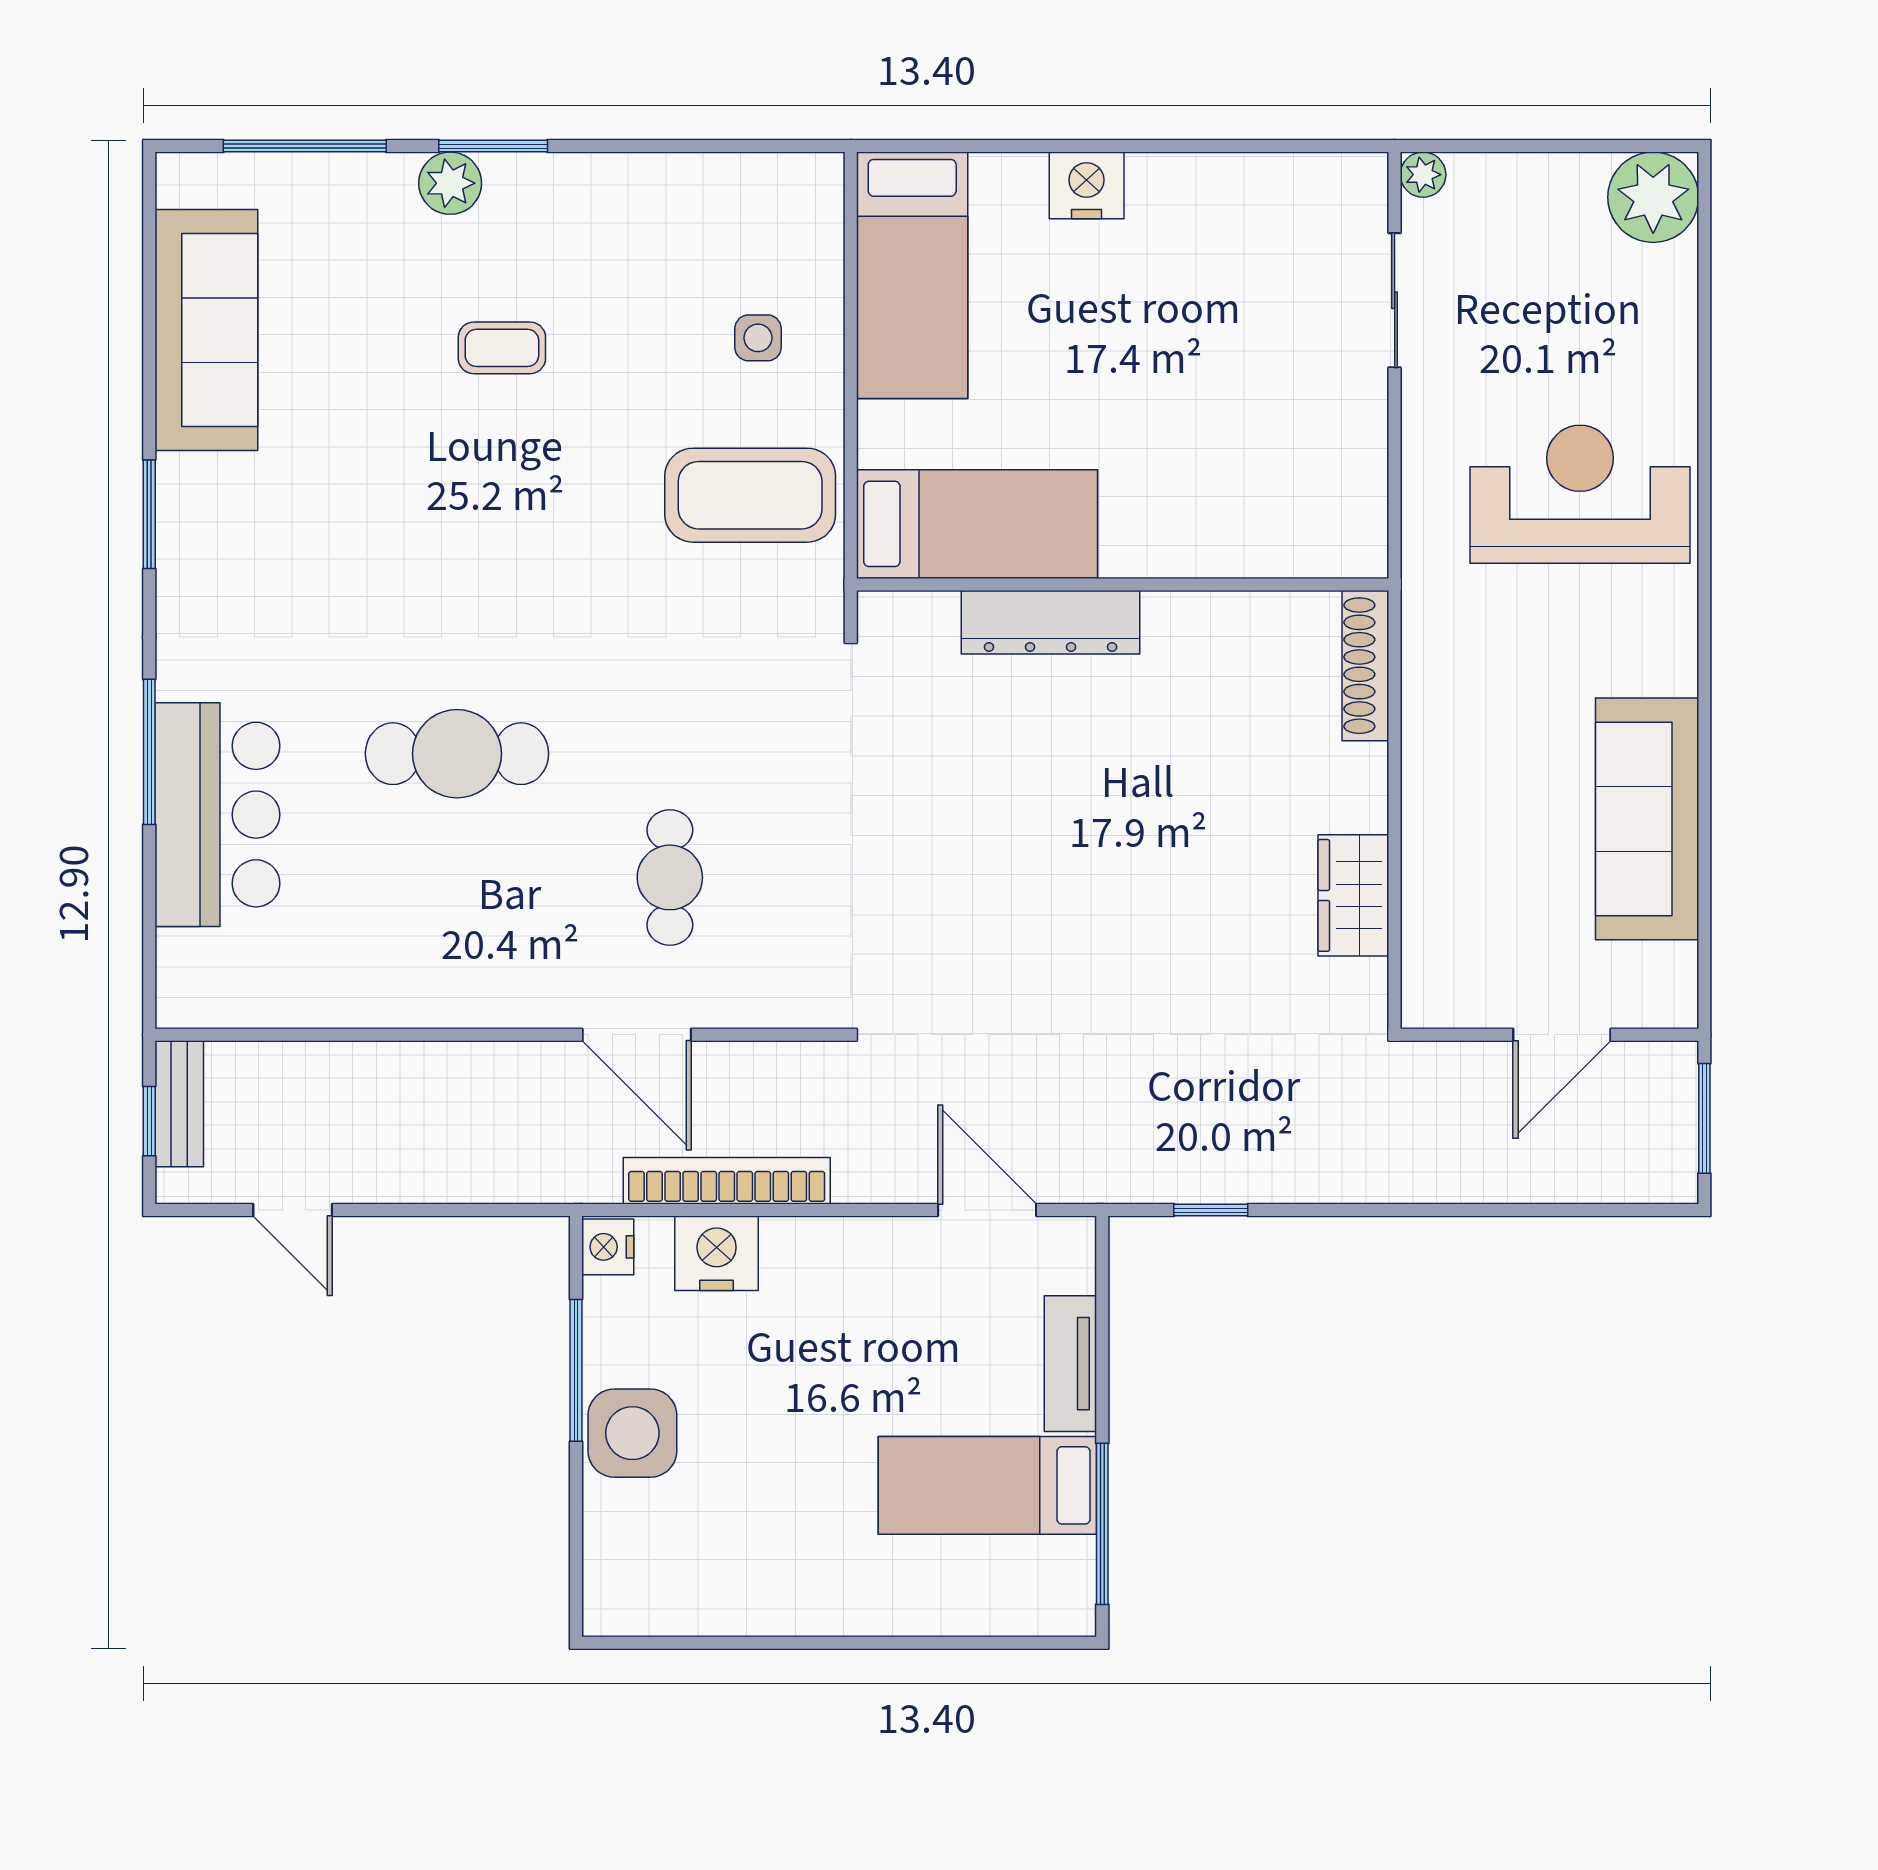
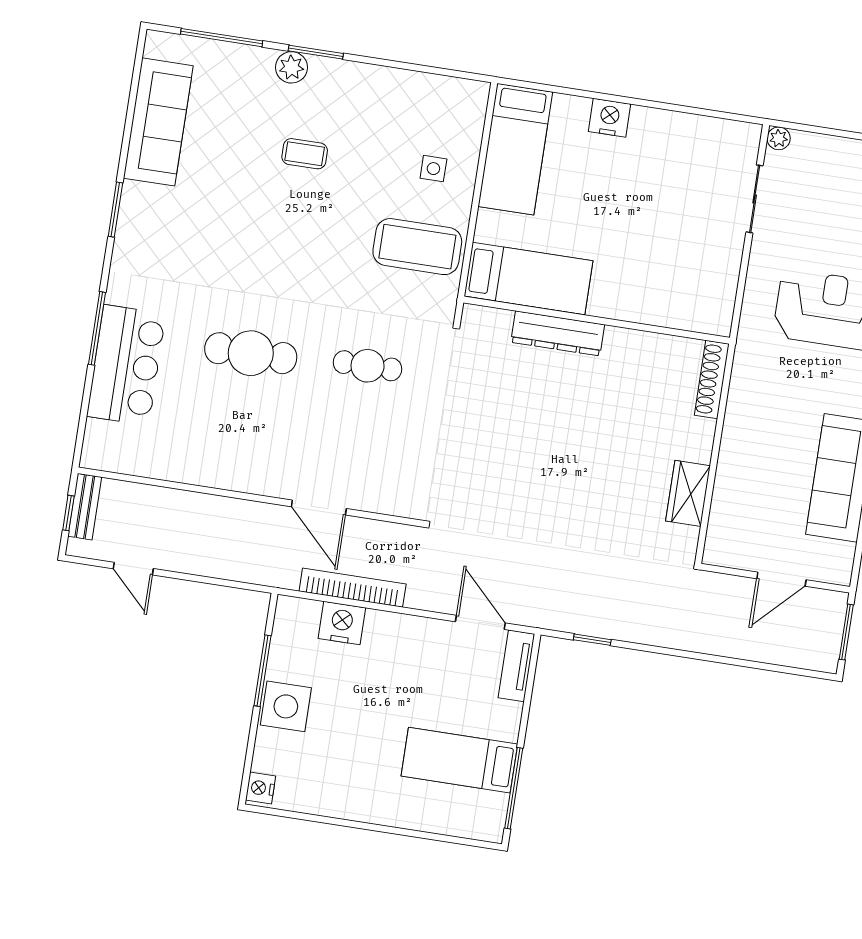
cafe table: (670, 877) -> (368, 366), moved, turned 90
nightstand: (608, 1247) -> (261, 788), moved
tv unit: (1070, 1364) -> (516, 666), moved

